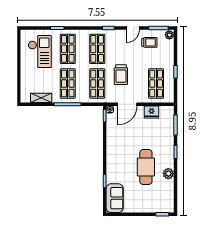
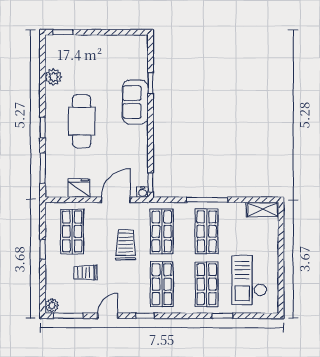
trolley: (149, 42) -> (85, 273), moved
shelving: (41, 98) -> (263, 209), moved
cafe table: (146, 167) -> (82, 121), moved
plant: (168, 174) -> (53, 77), moved
sofa: (115, 198) -> (135, 102), moved

